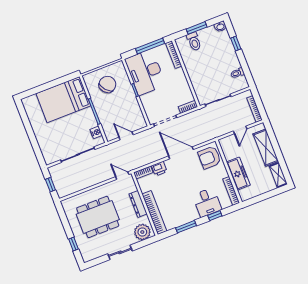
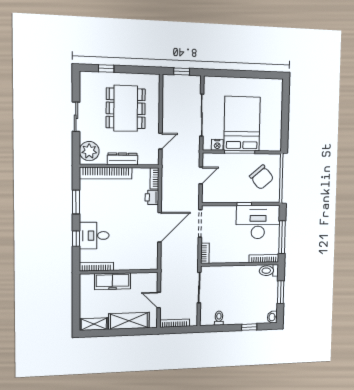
toilet: (194, 41) -> (269, 271), moved
bed: (63, 100) -> (242, 124), moved
armchair: (209, 157) -> (142, 256), removed
door: (122, 176) -> (160, 141), moved

